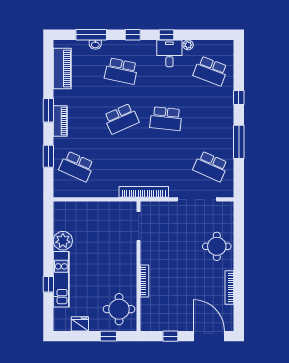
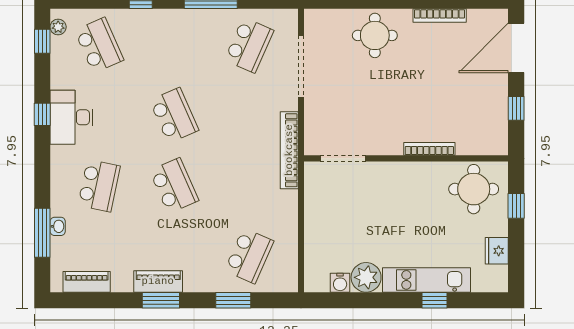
window: (133, 35) -> (42, 41), moved
plant: (188, 45) -> (58, 27), moved
desk: (169, 53) -> (71, 117), width x1.37
piano: (62, 69) -> (87, 282), width x0.73, depth x0.75
school desk: (211, 71) -> (99, 45), turned -45
school desk: (166, 119) -> (174, 115), turned -30
piano: (60, 121) -> (158, 281), moved
water cooler: (59, 224) -> (340, 283), added

